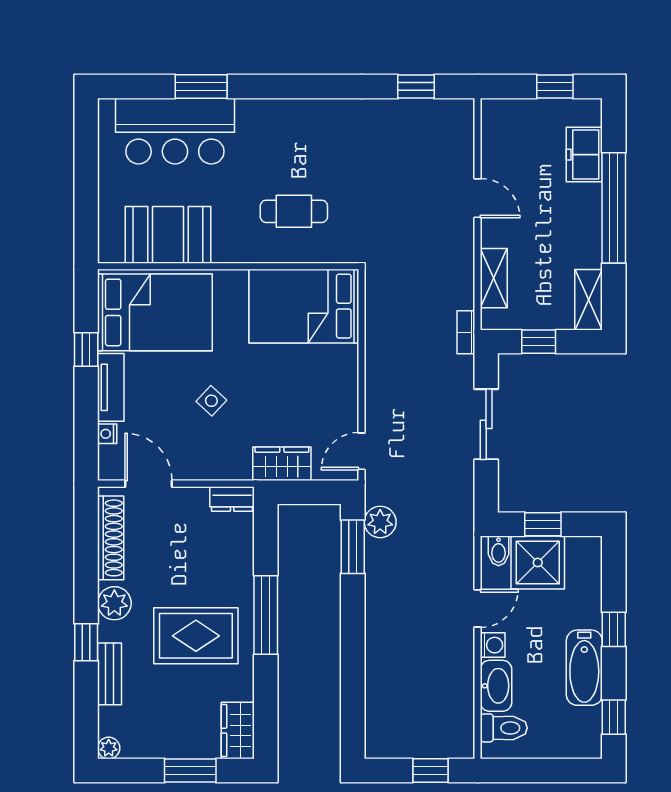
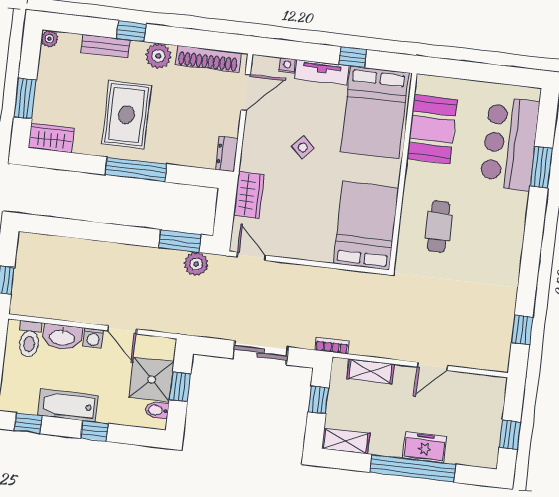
freezer: (584, 155) -> (425, 447), moved
bidet: (499, 551) -> (157, 410), moved

